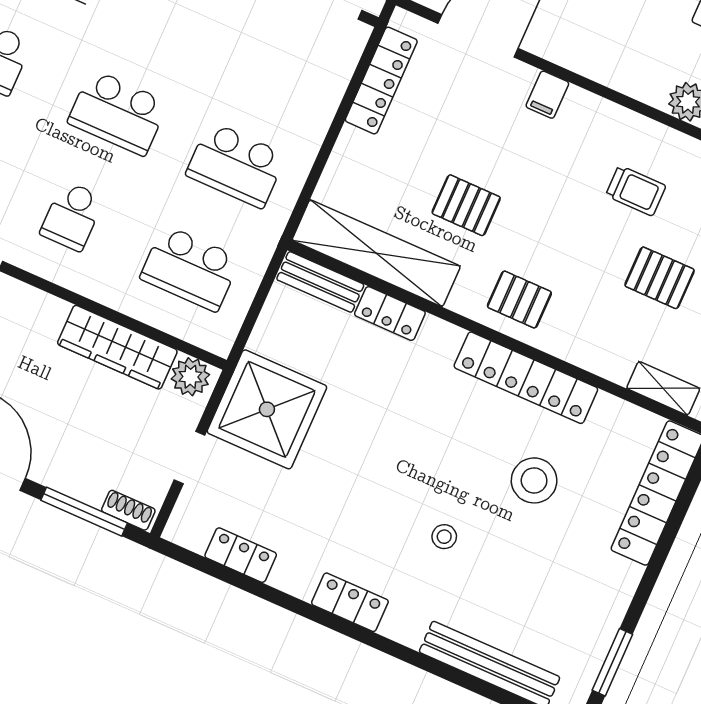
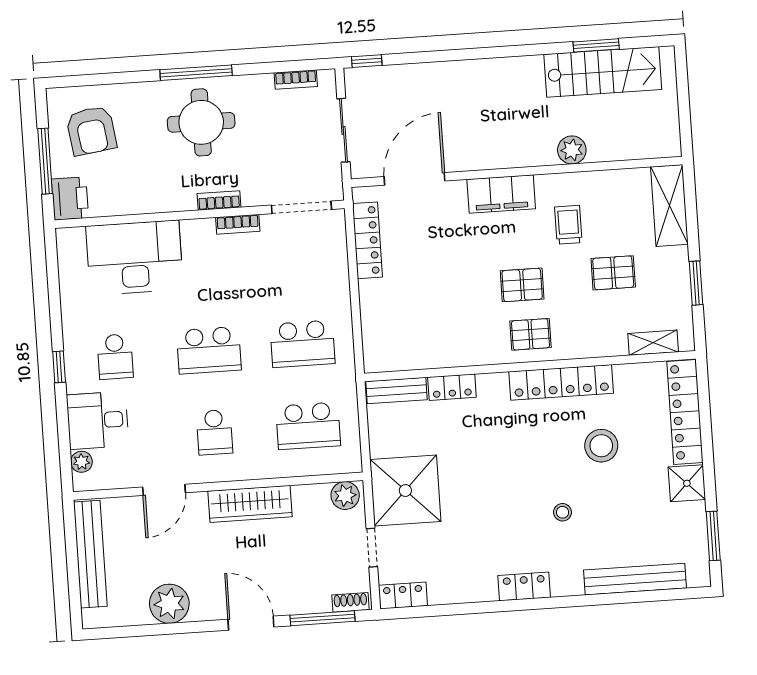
filing cabinet: (547, 95) -> (501, 194), width x3.00, depth x1.17
trolley: (636, 191) -> (568, 225), turned -90
pallet: (466, 205) -> (522, 285), moved
shelving: (376, 253) -> (423, 353), removed
wardrobe: (117, 347) -> (250, 504), moved
locker: (241, 555) -> (403, 596), moved
shower: (614, 581) -> (687, 483), added

